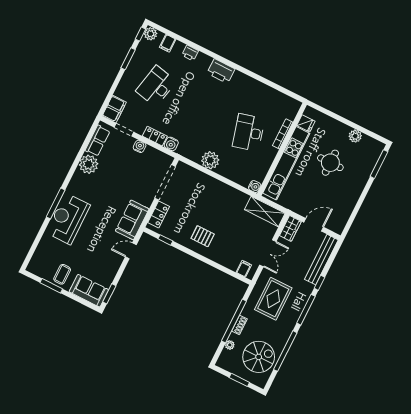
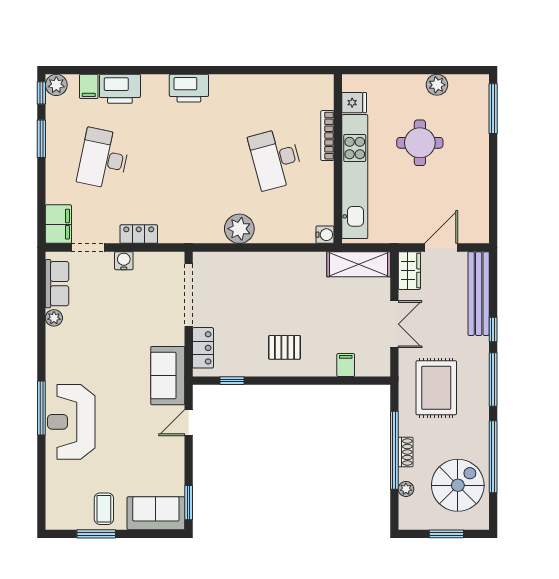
printer: (190, 53) -> (120, 89), width x1.87, depth x1.48
water cooler: (171, 144) -> (169, 233), removed
plant: (89, 164) -> (54, 318), width x0.53, depth x0.53
filing cabinet: (244, 269) -> (346, 365), moved

